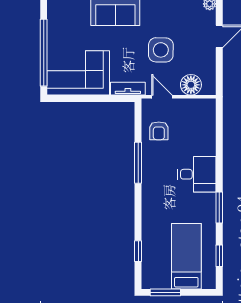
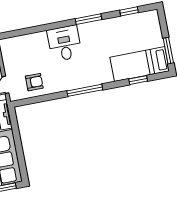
window: (138, 163) -> (85, 90), moved
bed: (186, 256) -> (140, 64), moved

